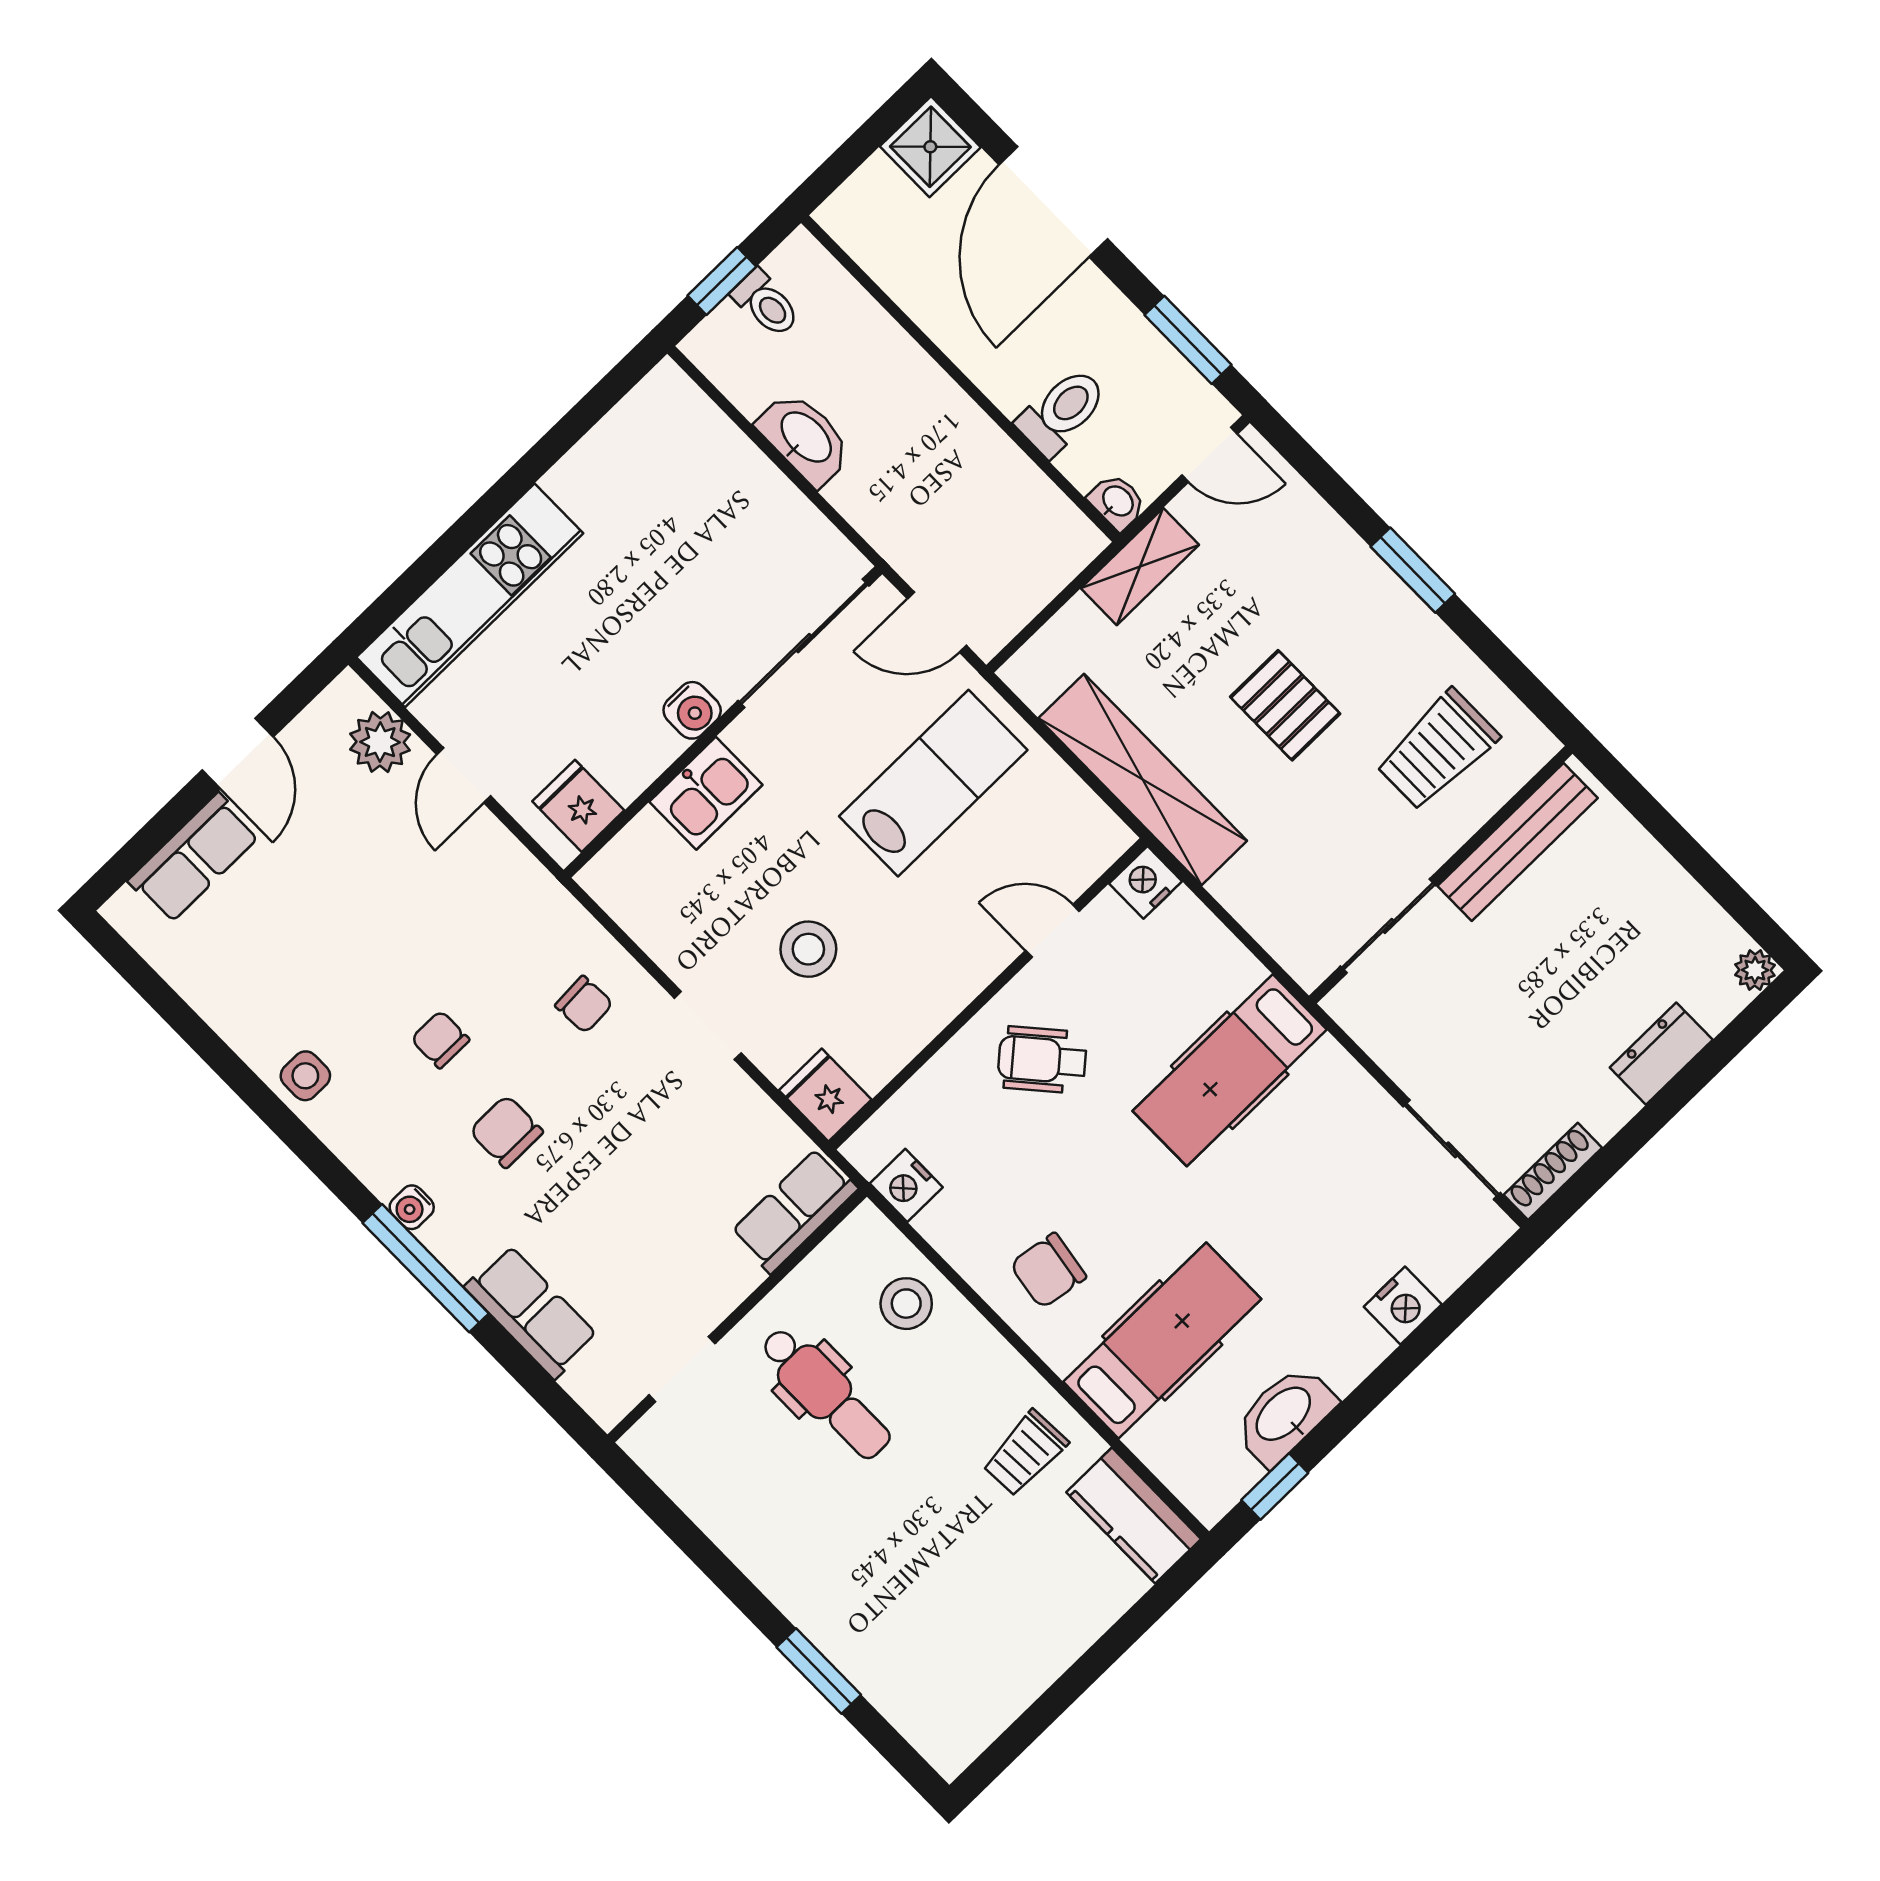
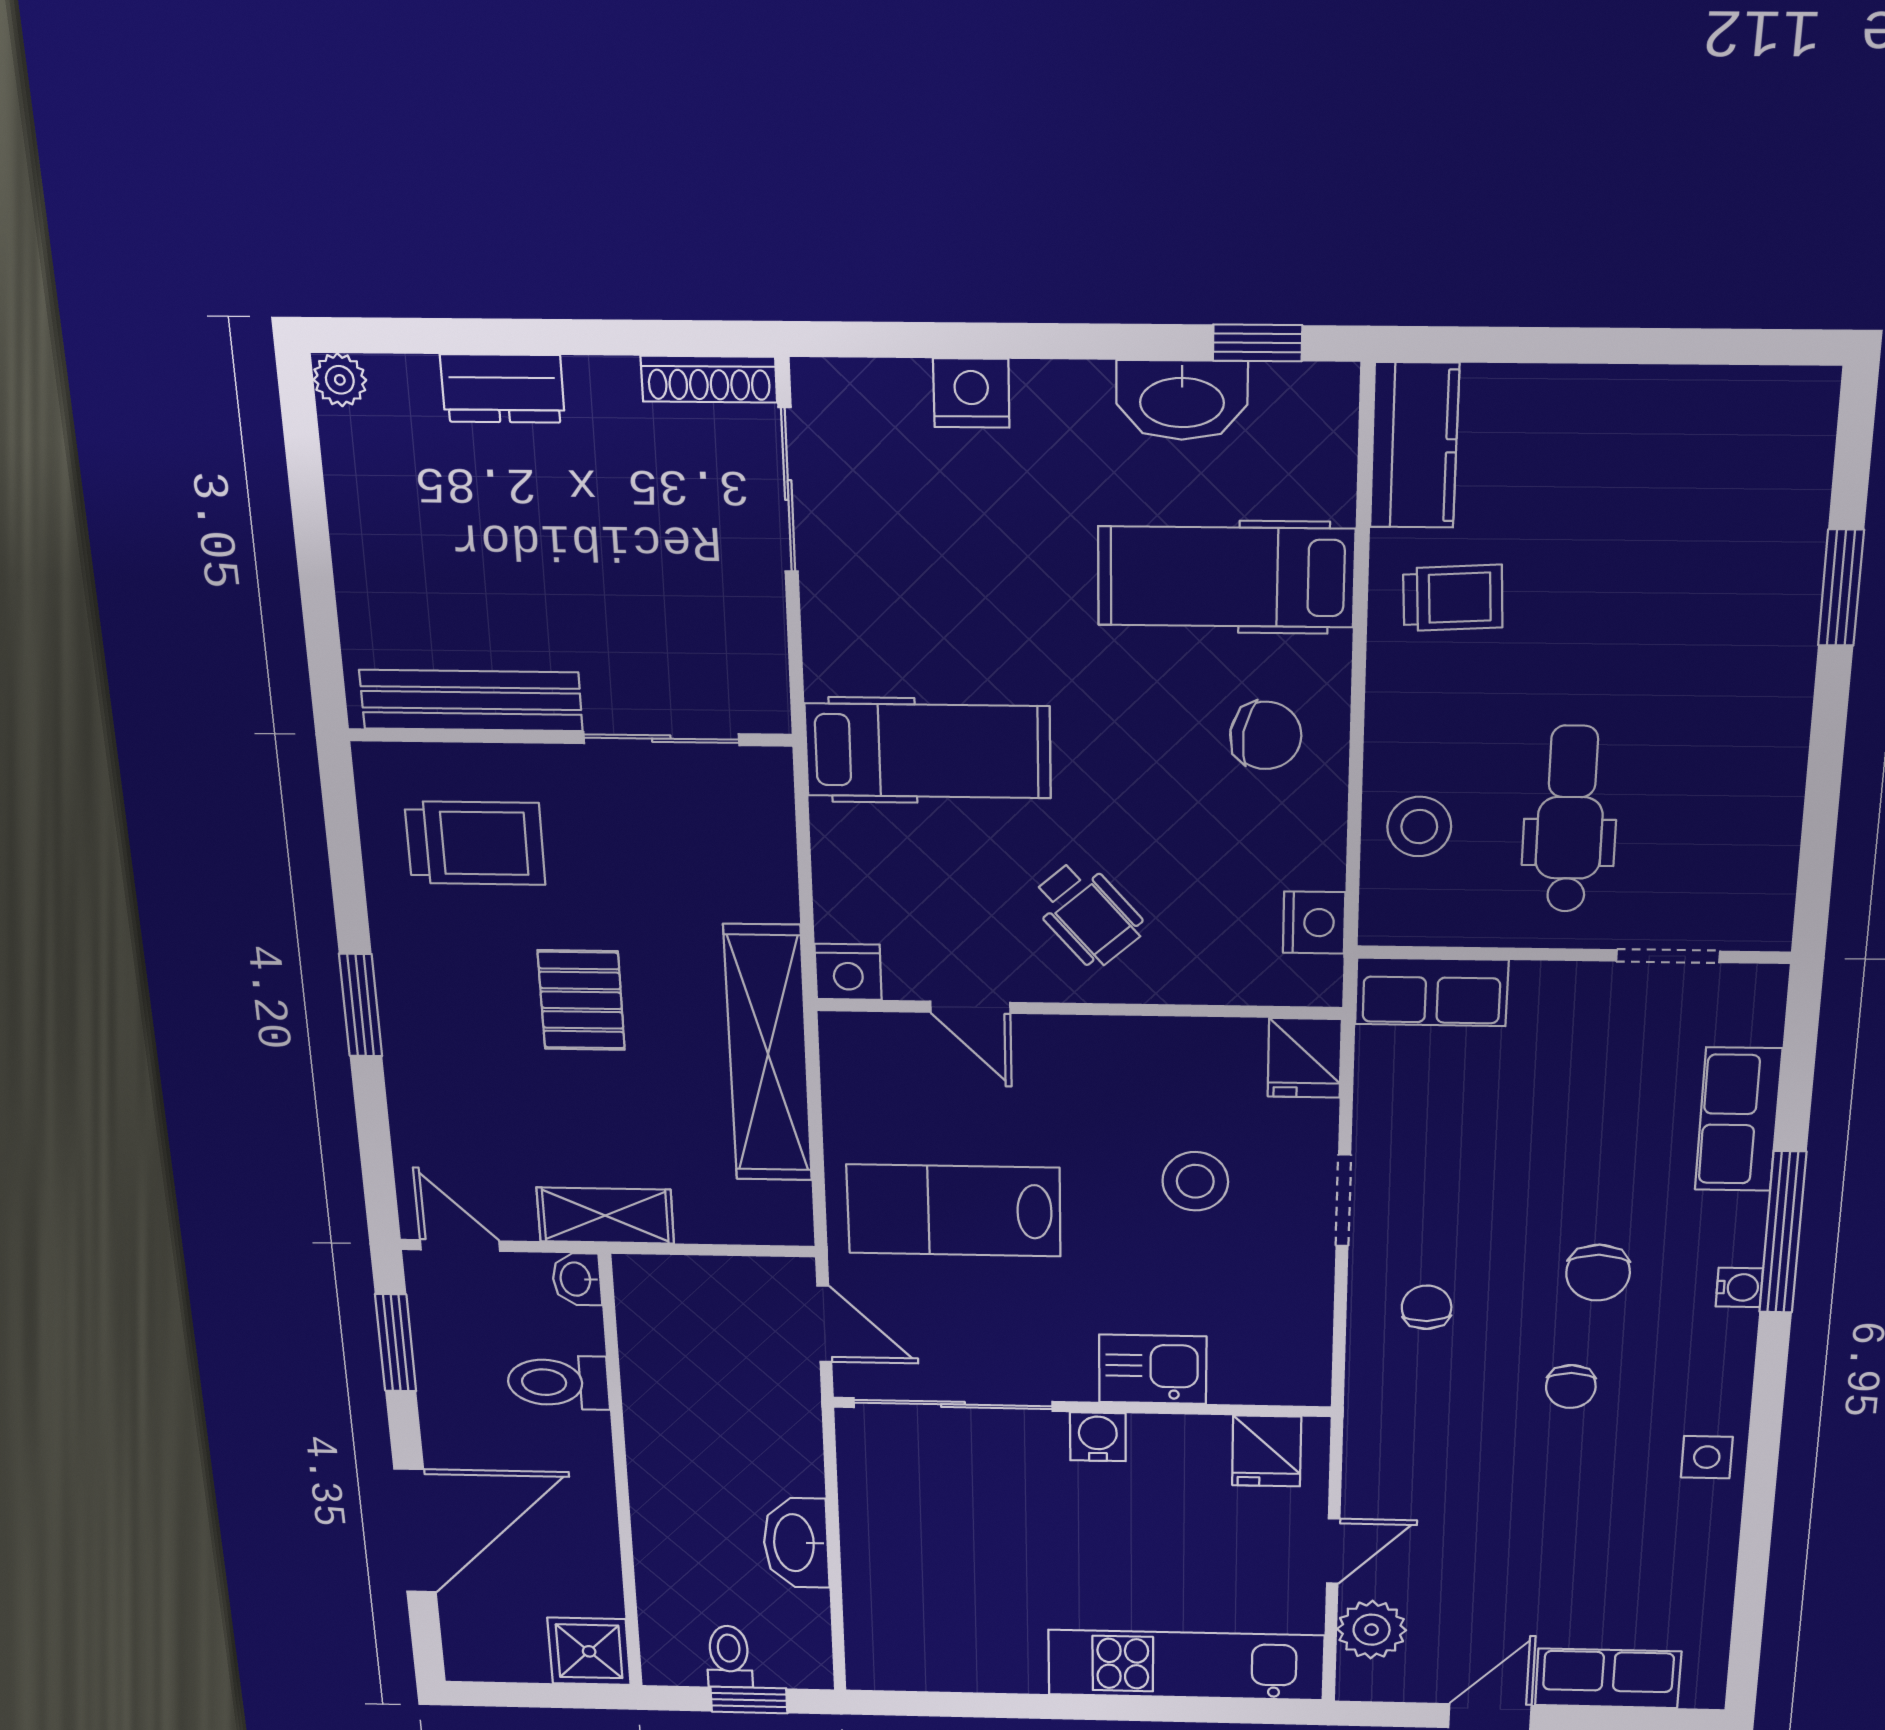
shower: (930, 147) -> (589, 1651), moved

